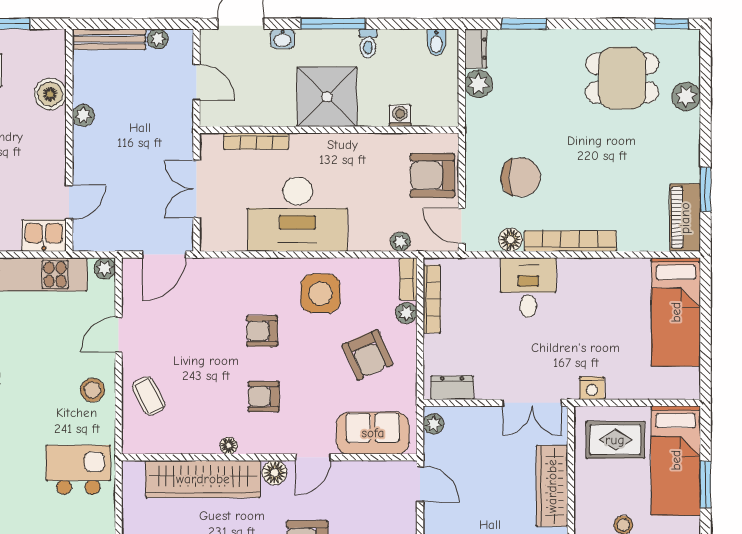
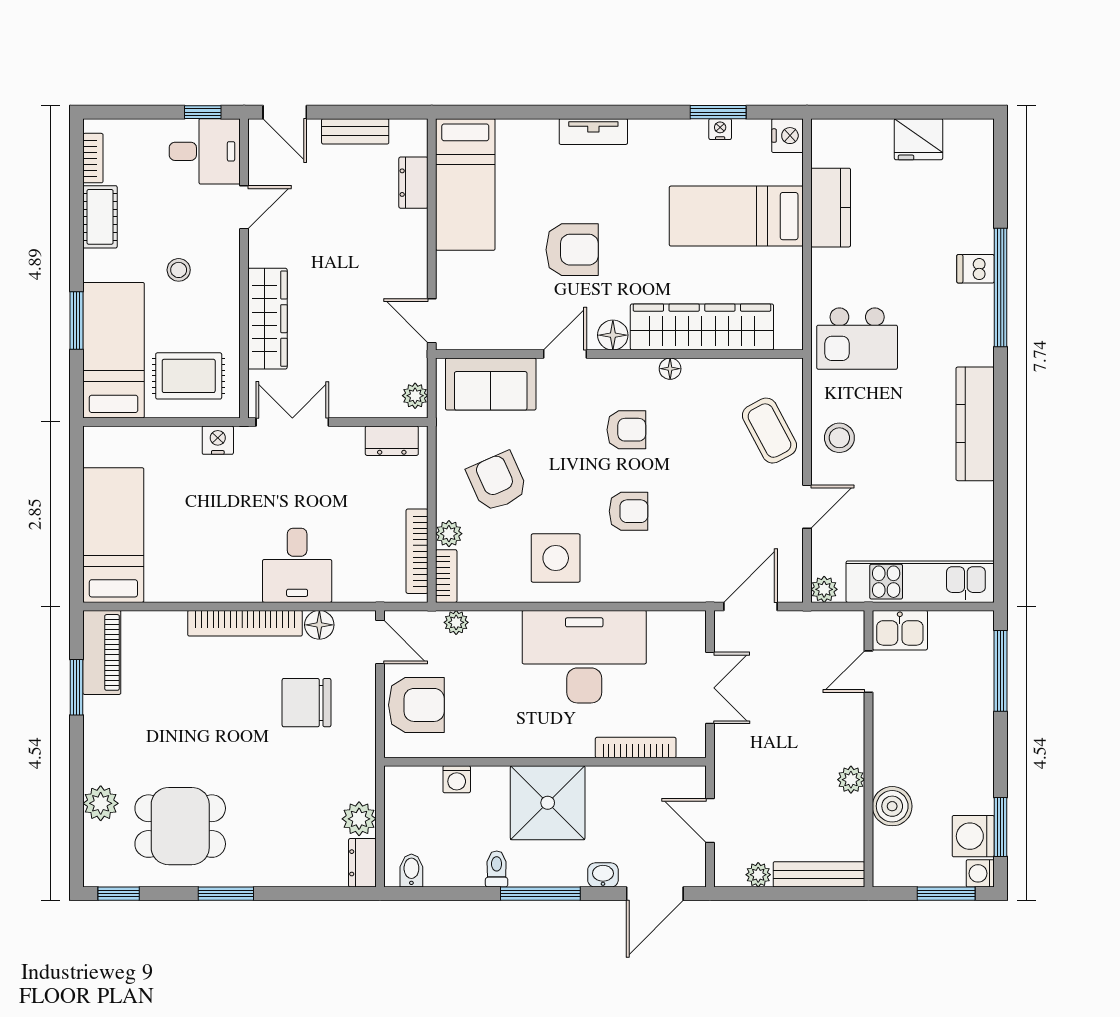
window: (524, 24) -> (226, 894), moved
coffee table: (149, 396) -> (769, 431), width x1.36, depth x1.30

